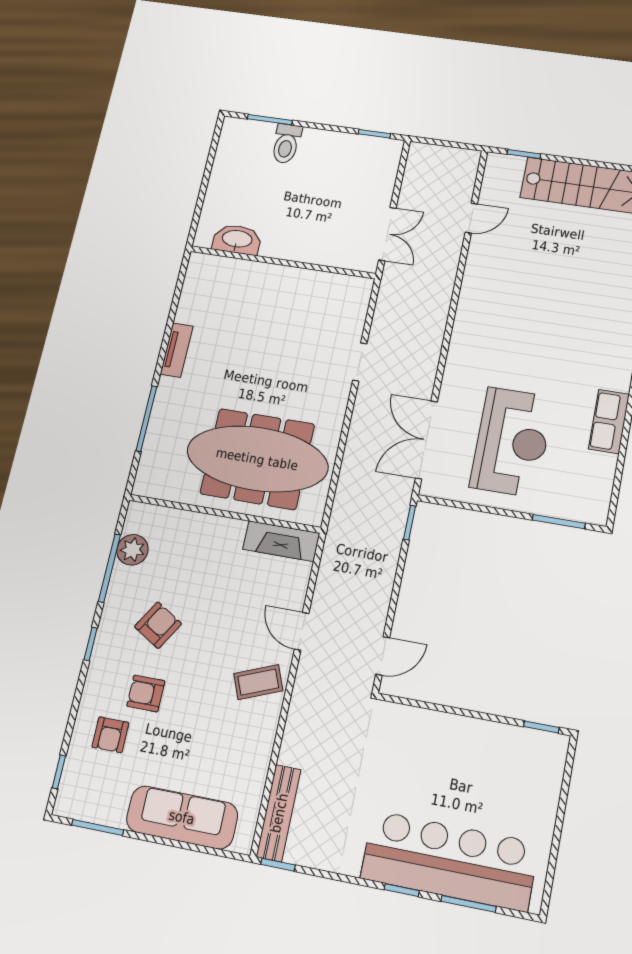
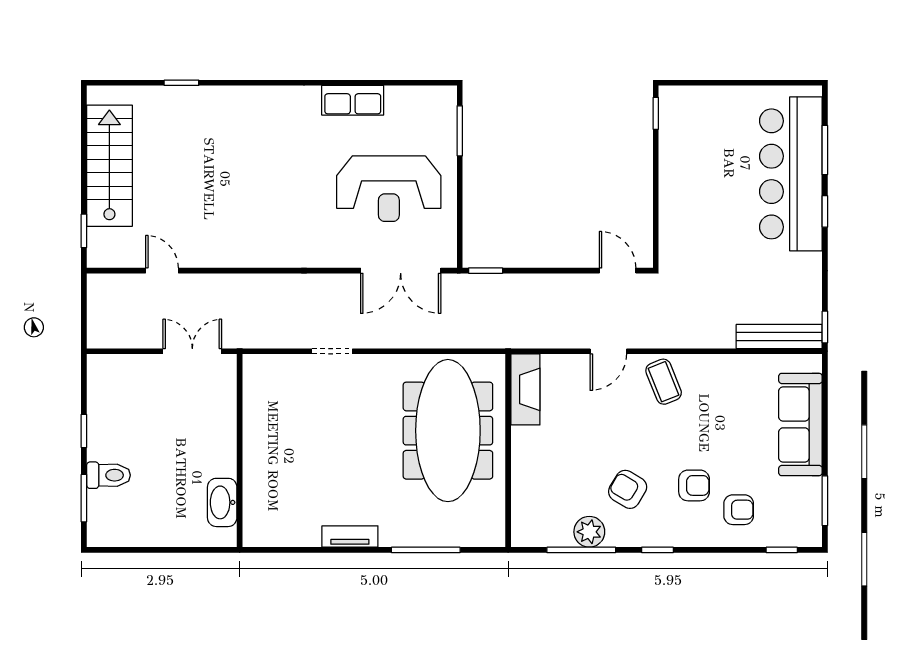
window: (374, 134) -> (84, 431), moved
reception desk: (512, 442) -> (389, 189), turned 180
plant: (132, 550) -> (589, 532), moved
armchair: (146, 693) -> (694, 485), turned -90

